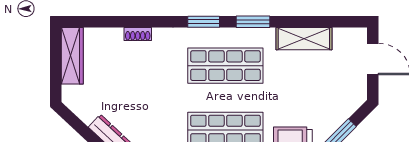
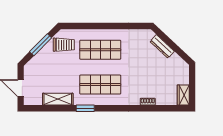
window: (204, 22) -> (112, 108), removed
wardrobe: (72, 56) -> (183, 95), width x0.67

